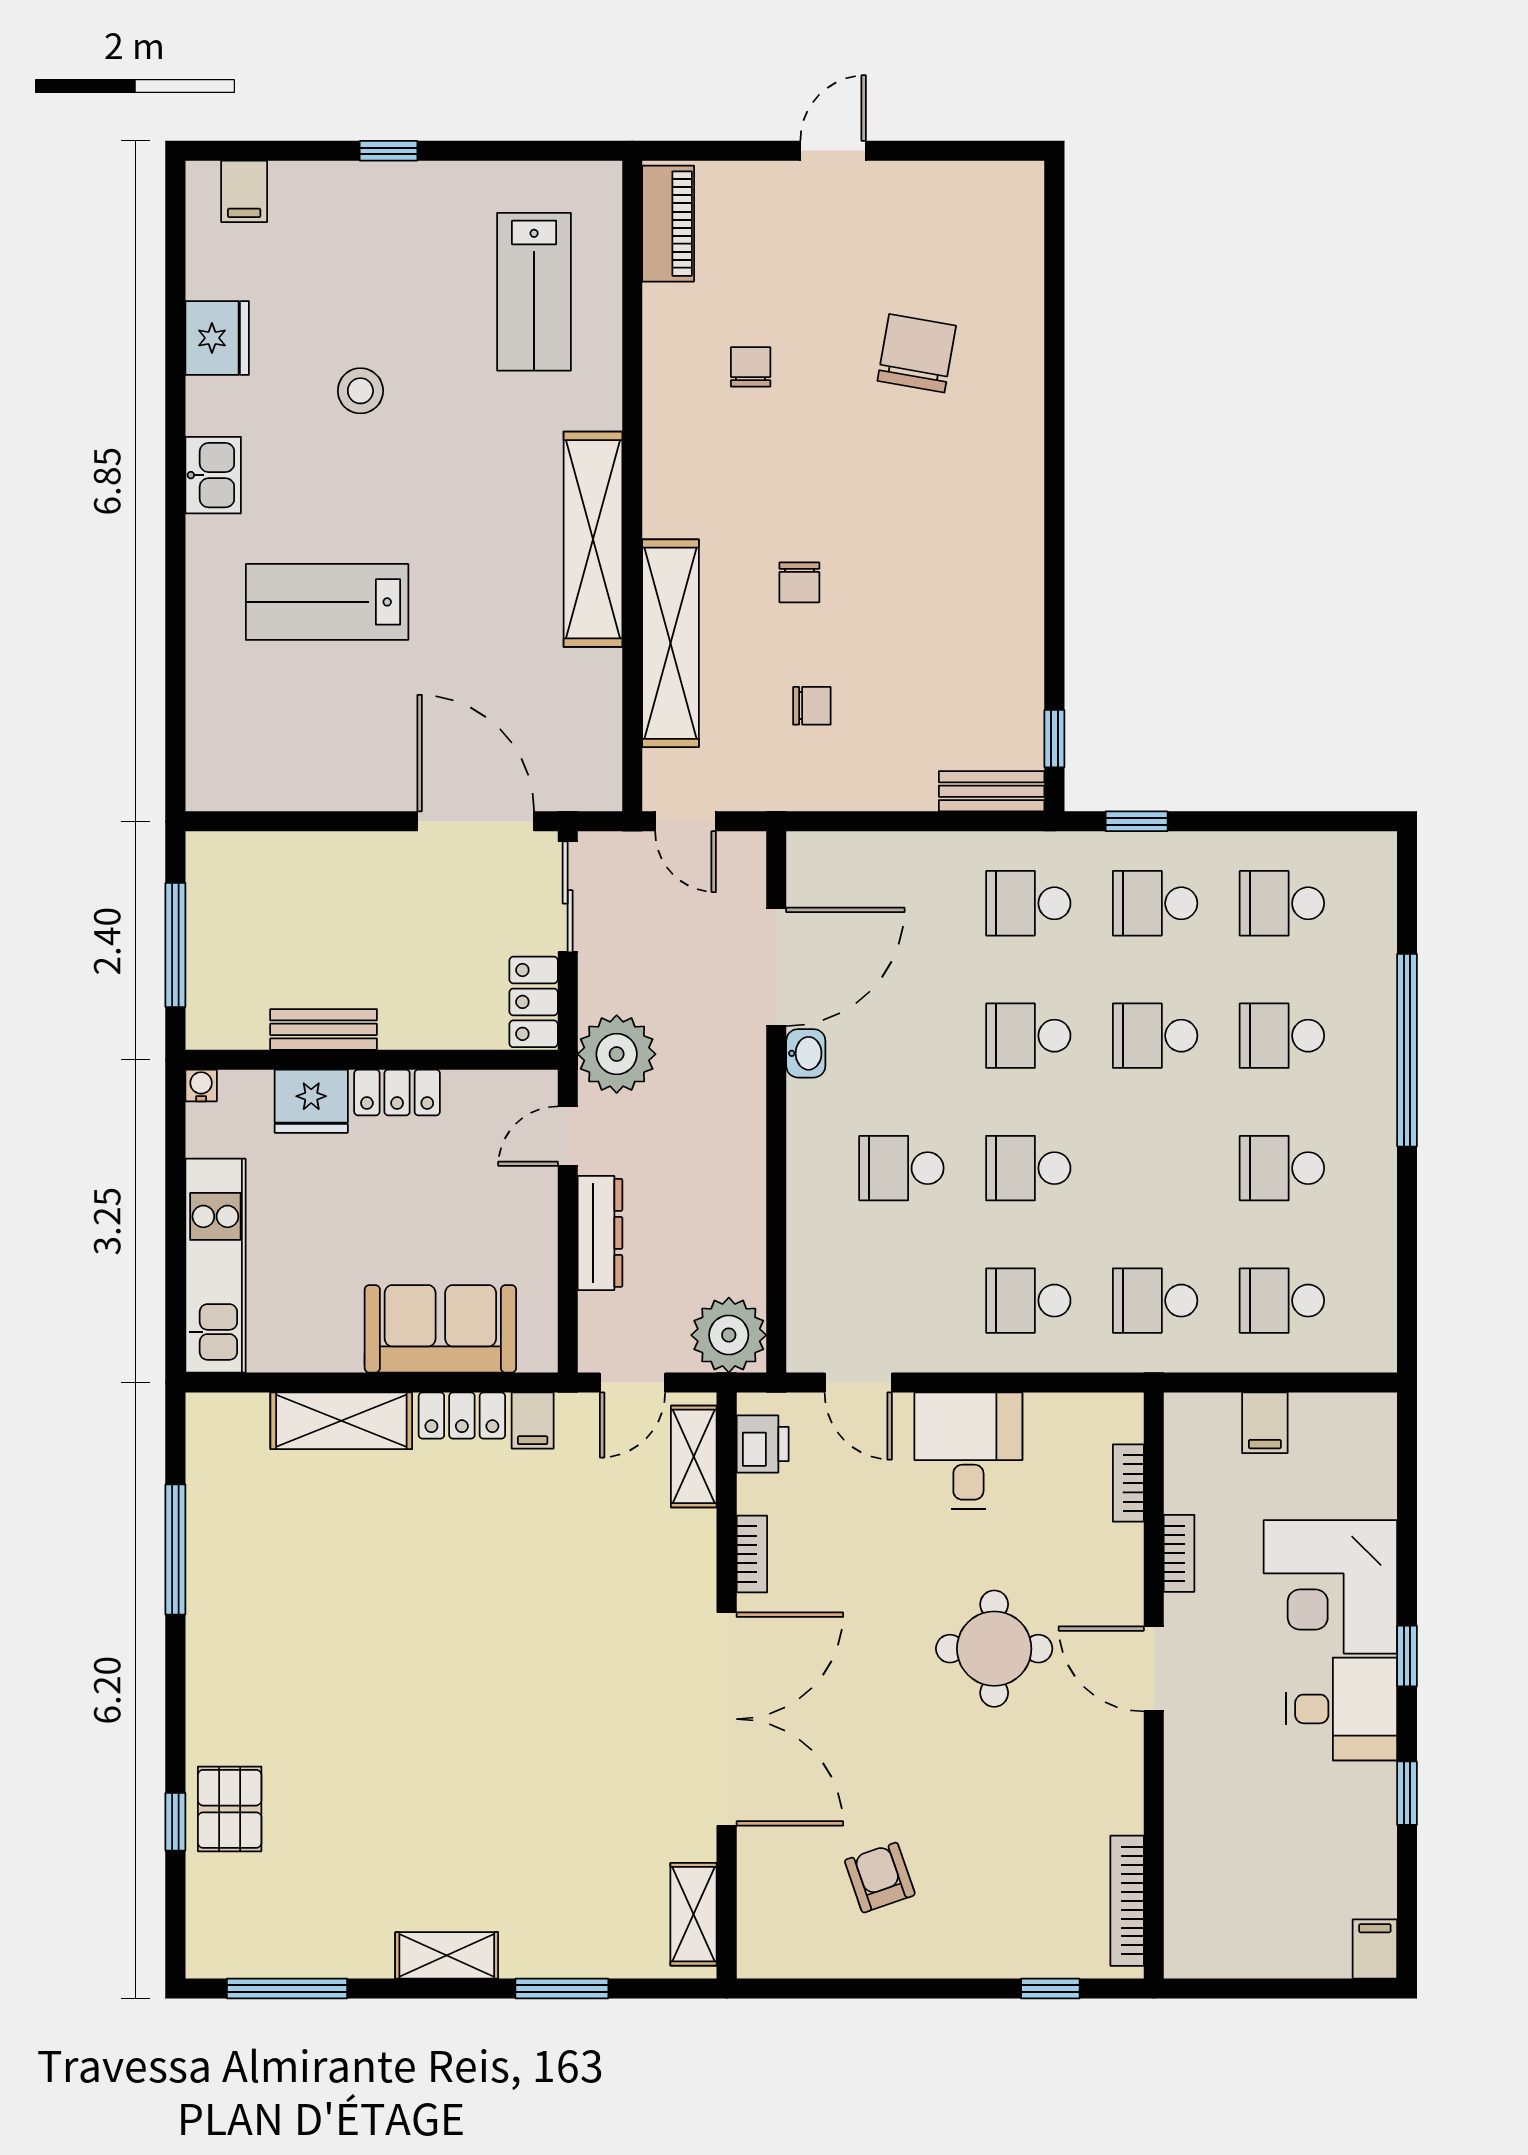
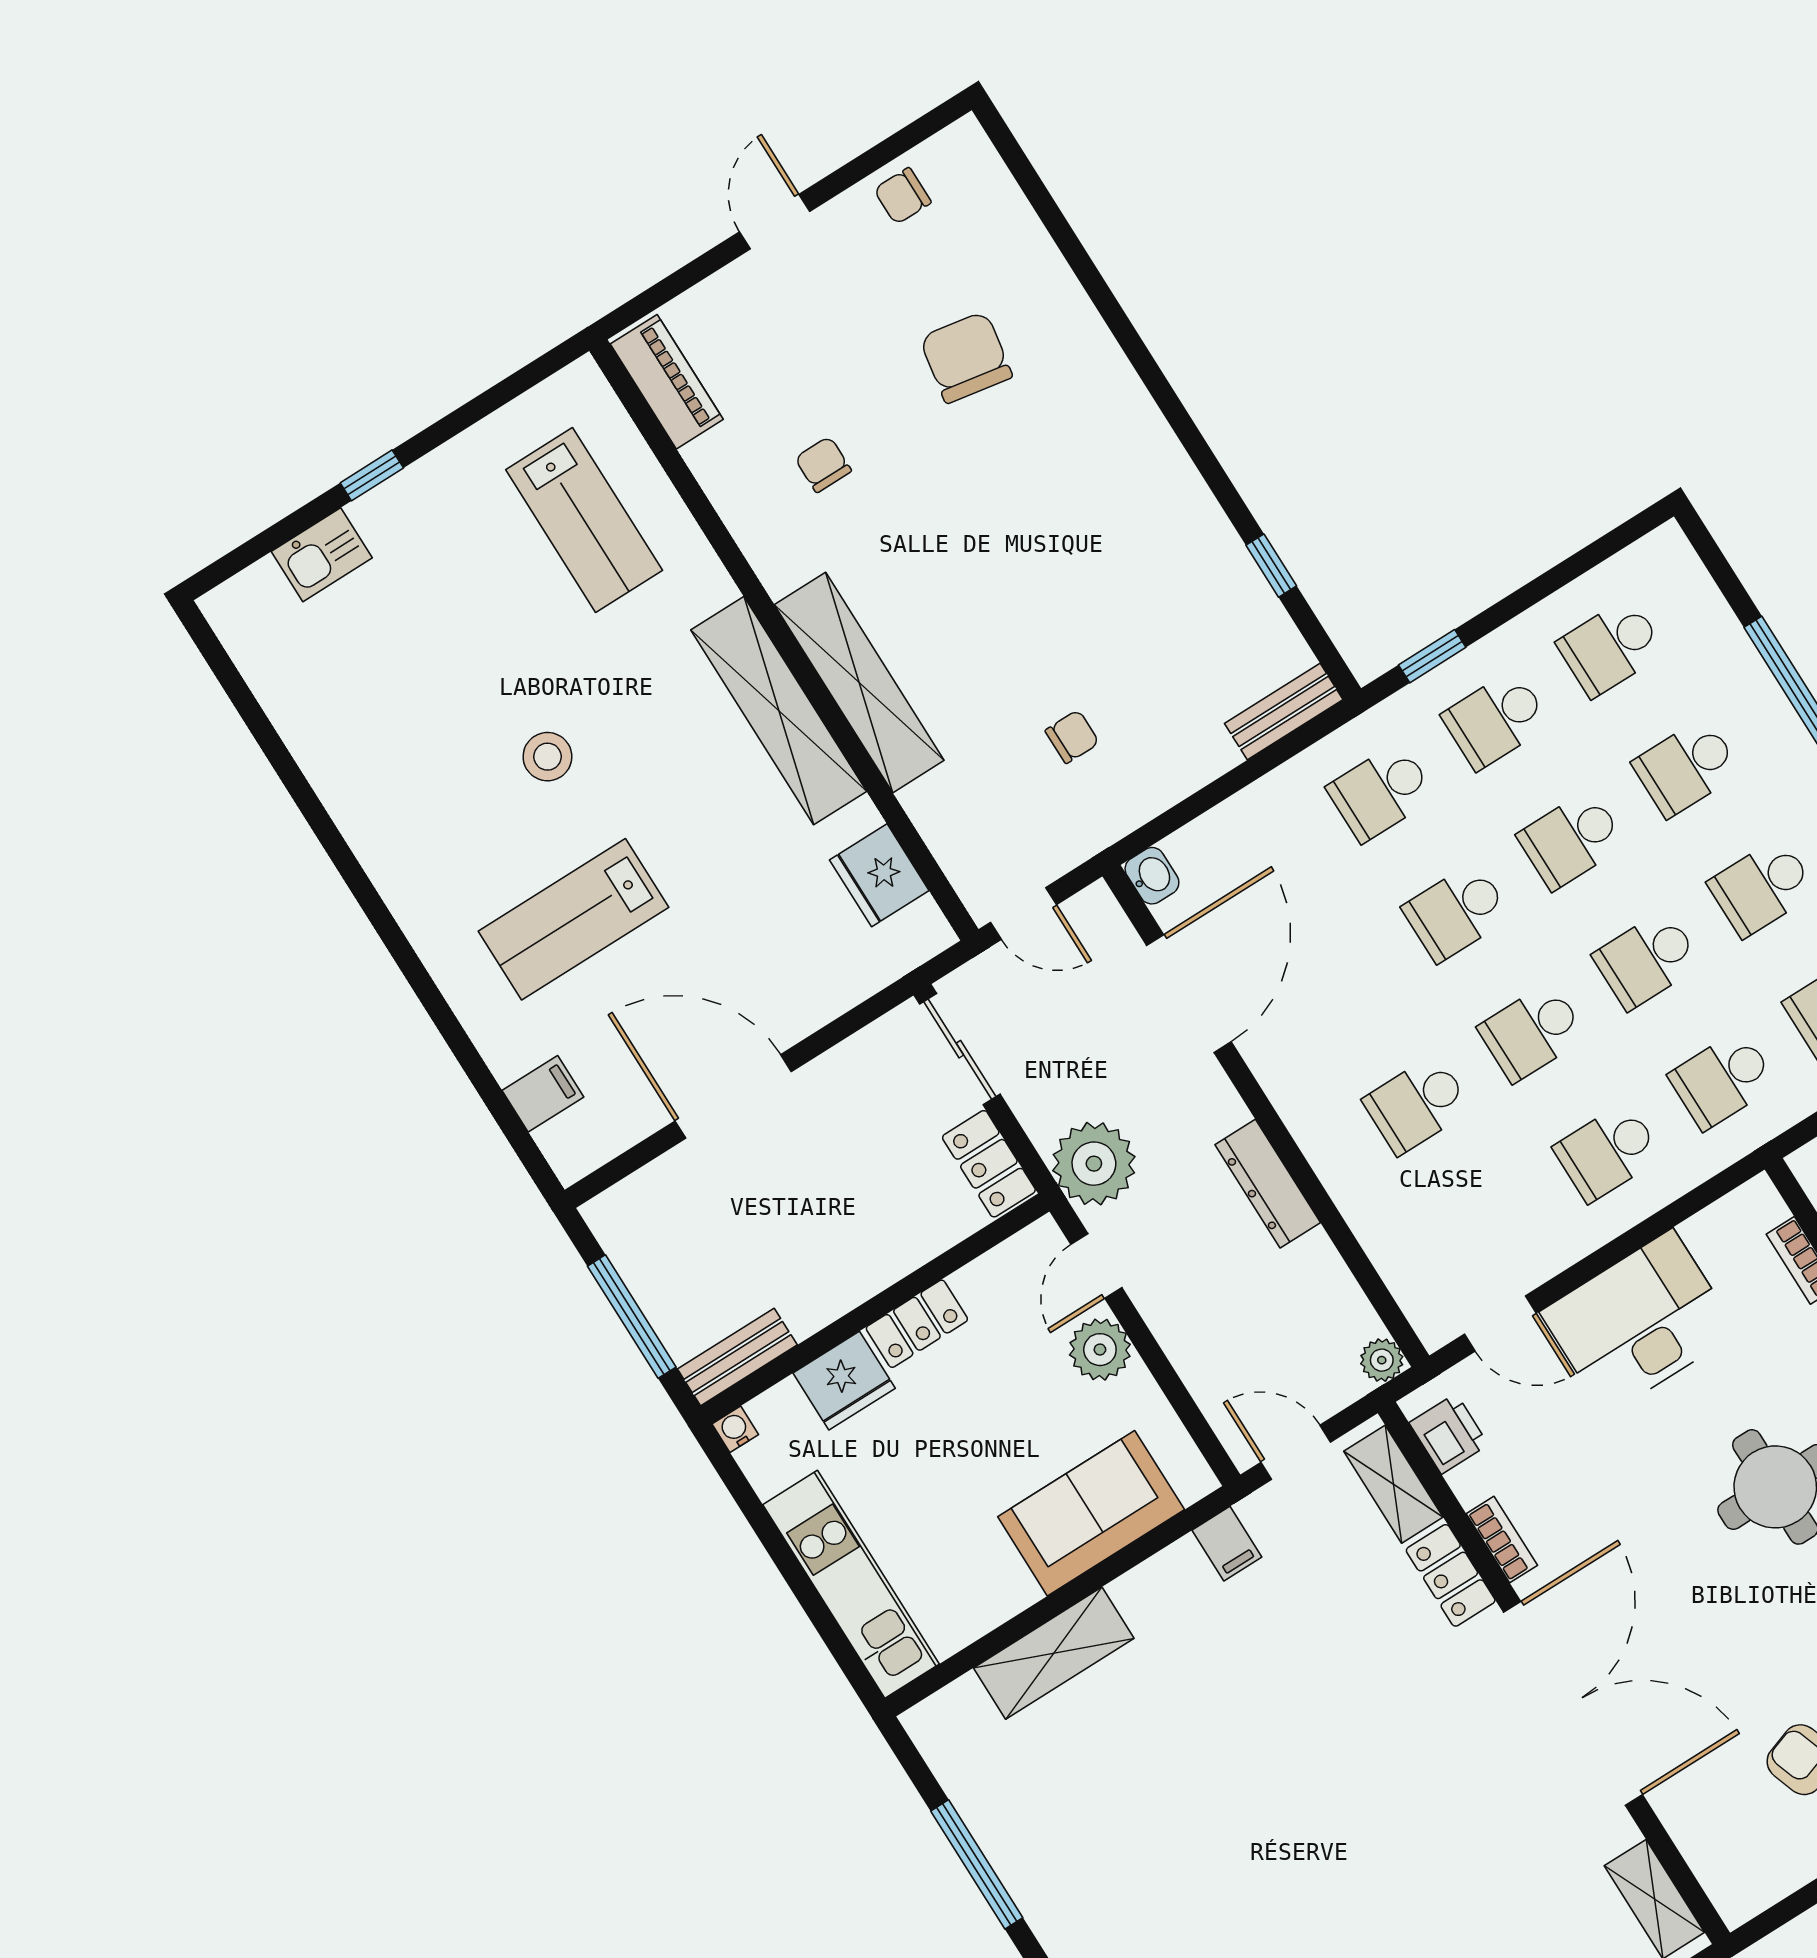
filing cabinet: (244, 191) -> (543, 1094), moved, turned -90
fridge: (217, 338) -> (879, 875), moved, turned 180
stool: (360, 391) -> (547, 757), moved
kitchen sink: (213, 475) -> (322, 555), moved, turned 90
chair: (799, 582) -> (903, 196), moved, turned 90
shelving: (671, 643) -> (859, 683), moved
window: (1054, 739) -> (1271, 566), moved
door: (476, 821) -> (733, 1096), moved
bench: (324, 1029) -> (737, 1357), moved
washbasin: (806, 1053) -> (1152, 876), moved
school desk: (1155, 1168) -> (1647, 960), added
plant: (529, 1204) -> (1100, 1350), added
dresser: (600, 1233) -> (1268, 1184), moved, turned 180
plant: (729, 1335) -> (1382, 1360), width x0.53, depth x0.53
door: (633, 1383) -> (1296, 1452), swing flipped
locker: (462, 1416) -> (1451, 1575), moved, turned 90
desk: (968, 1451) -> (1639, 1322), width x1.37

